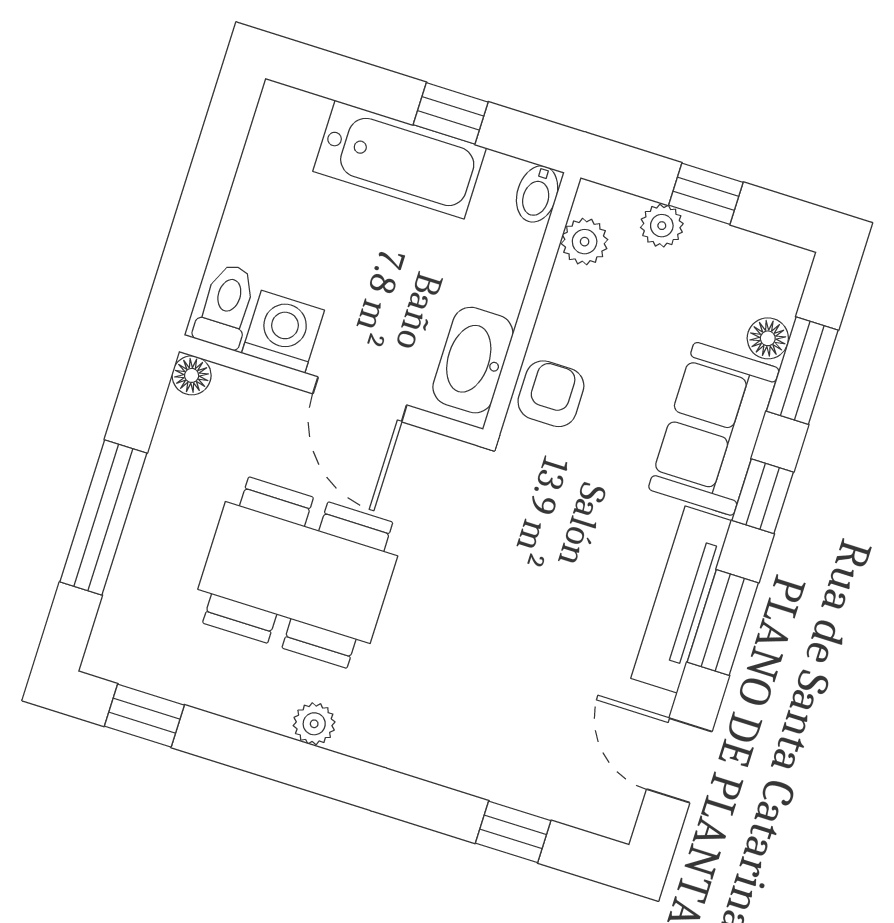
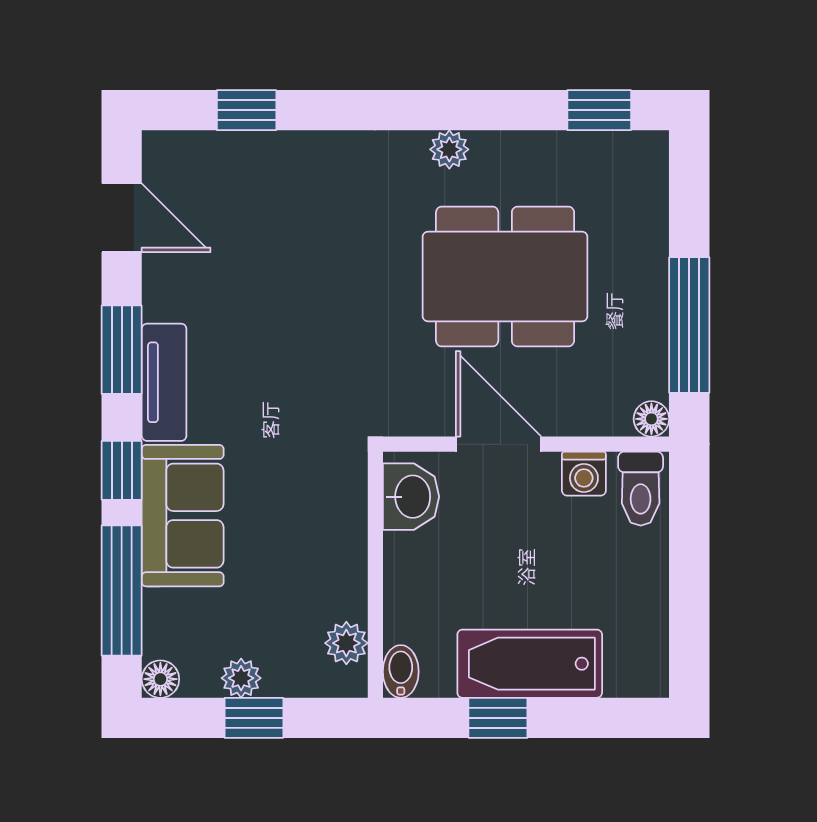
plant: (662, 226) -> (241, 678), moved
washing machine: (283, 332) -> (584, 474), width x0.73, depth x0.73
floor lamp: (768, 338) -> (160, 679), moved
washbasin: (473, 360) -> (411, 497), width x0.72
window: (802, 371) -> (122, 590), width x1.44
armchair: (551, 394) -> (334, 501), removed
window: (103, 517) -> (689, 325), moved
tv unit: (681, 599) -> (164, 382), width x0.71

